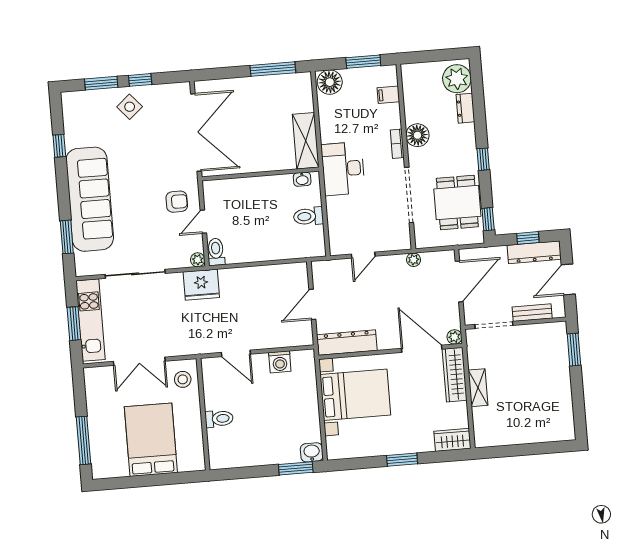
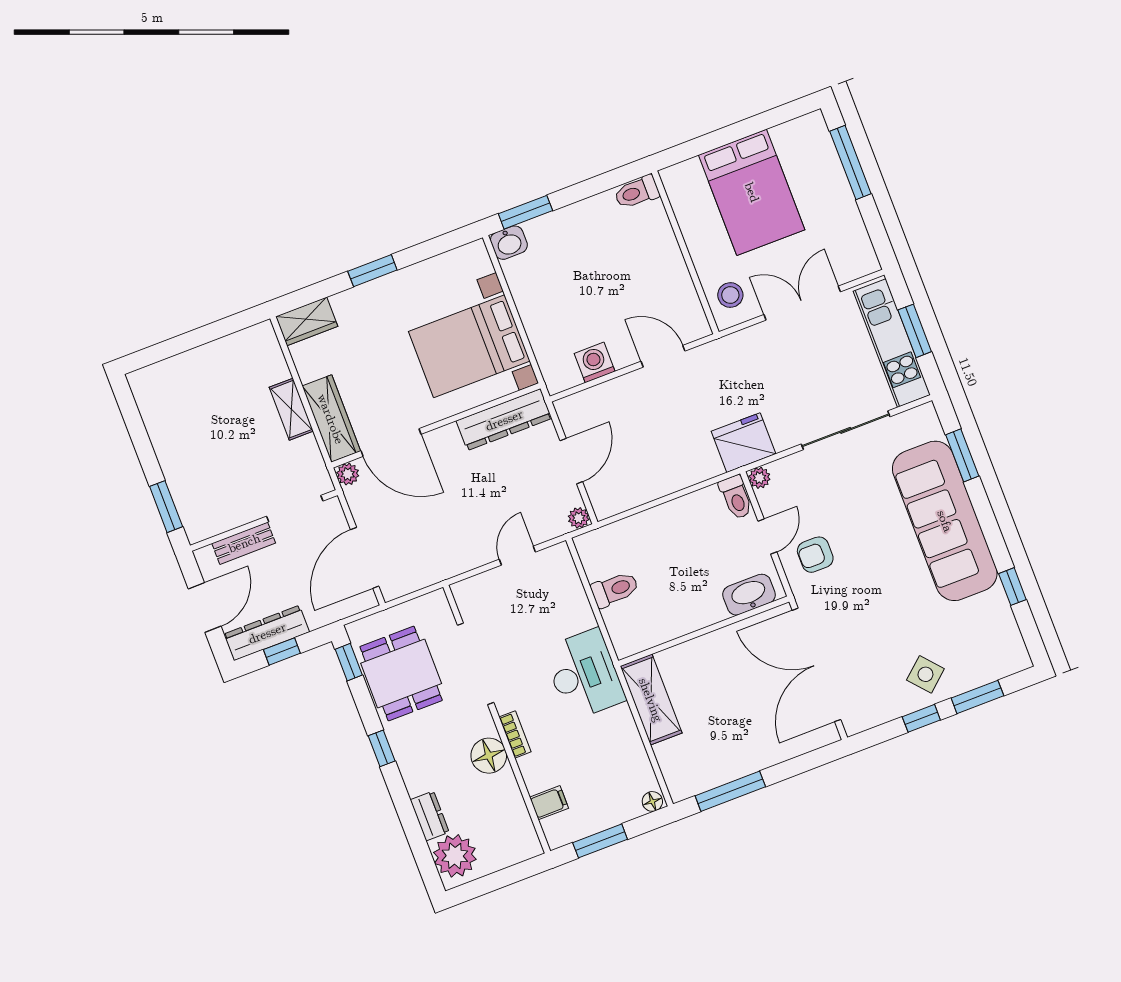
floor lamp: (330, 82) -> (652, 801), width x0.53, depth x0.53
washbasin: (302, 179) -> (749, 595), moved, width x1.91, depth x1.45
plant: (414, 260) -> (579, 518), moved
toilet: (219, 419) -> (637, 192), moved

